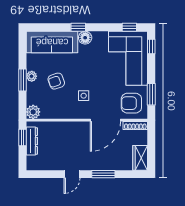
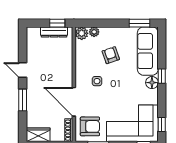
plant: (32, 76) -> (94, 32), moved
window: (22, 80) -> (139, 23), moved
armchair: (131, 103) -> (90, 126), turned 90

